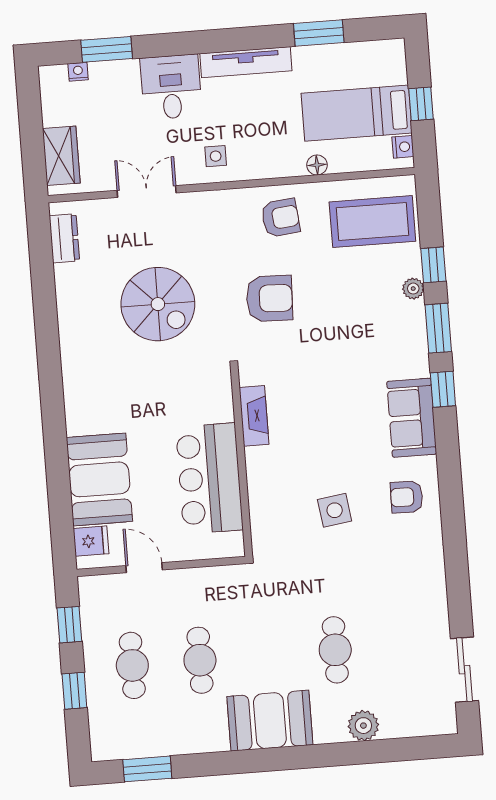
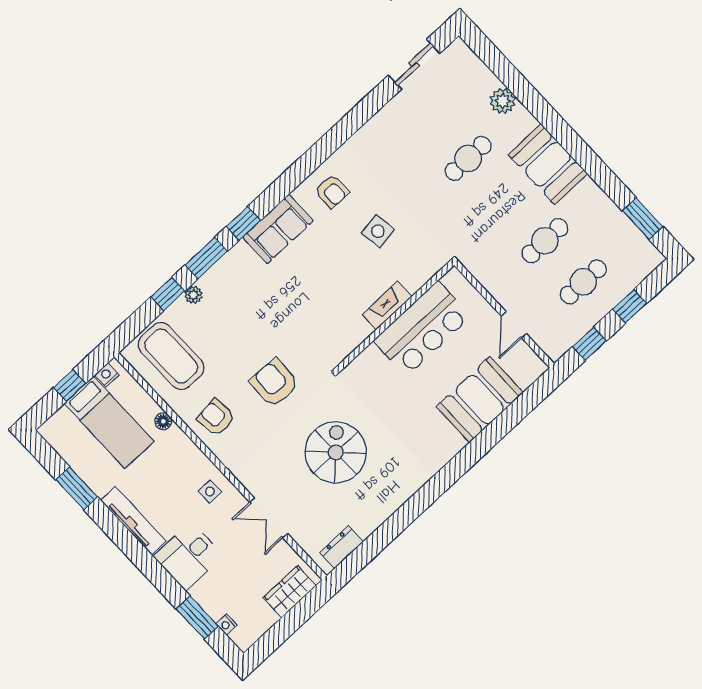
fireplace: (254, 416) -> (387, 306), moved
fridge: (91, 541) -> (524, 373), removed

